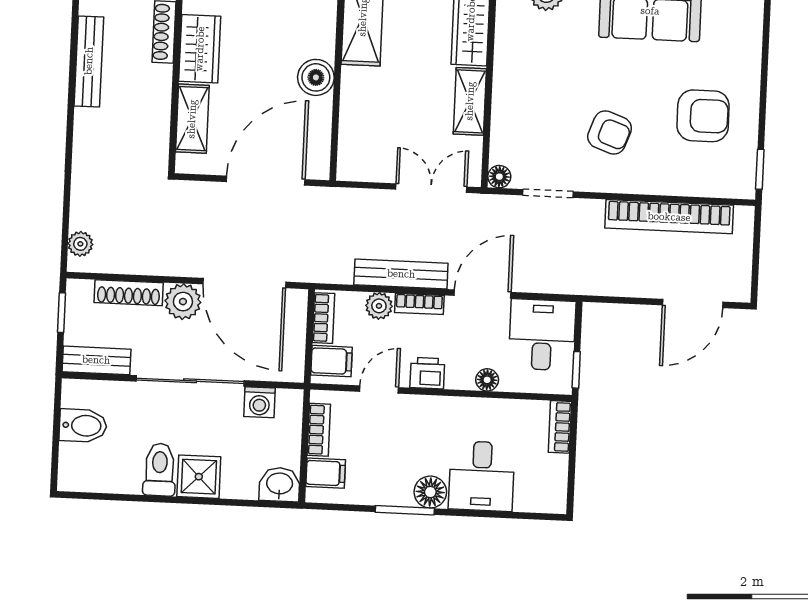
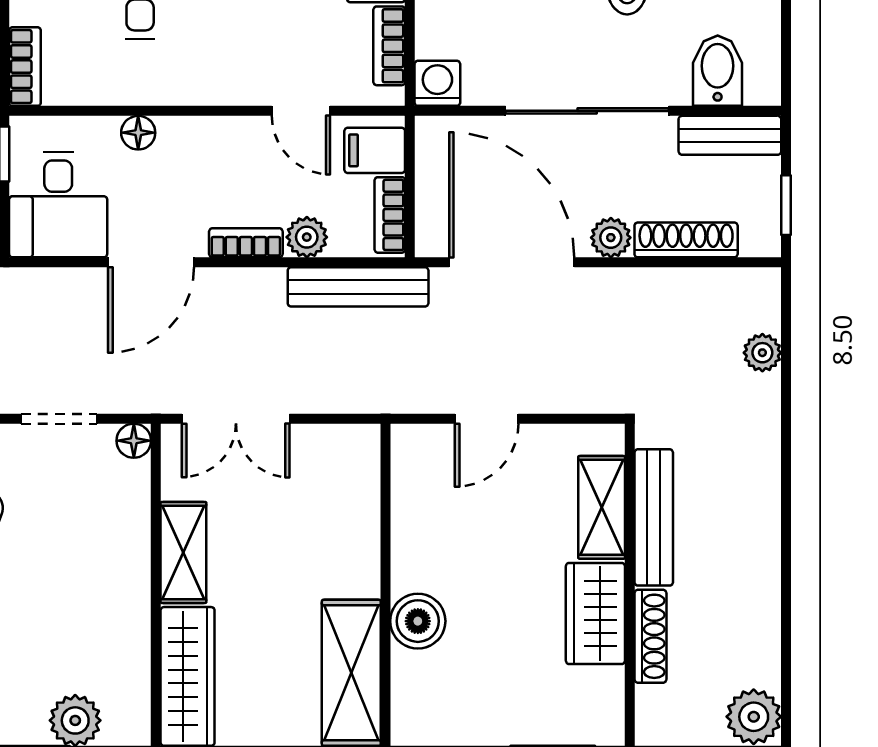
bench: (89, 61) -> (654, 517), moved
boiler: (316, 77) -> (418, 621), moved
door: (266, 181) -> (487, 419), width x0.53
plant: (80, 244) -> (762, 353), moved
bench: (401, 274) -> (358, 287), moved
plant: (183, 302) -> (611, 238), width x0.73, depth x0.73
printer: (427, 373) -> (229, 139), removed
door: (379, 389) -> (301, 111), hinge flipped
washing machine: (259, 402) -> (437, 83), moved
bidet: (83, 426) -> (718, 71), moved, turned 90

